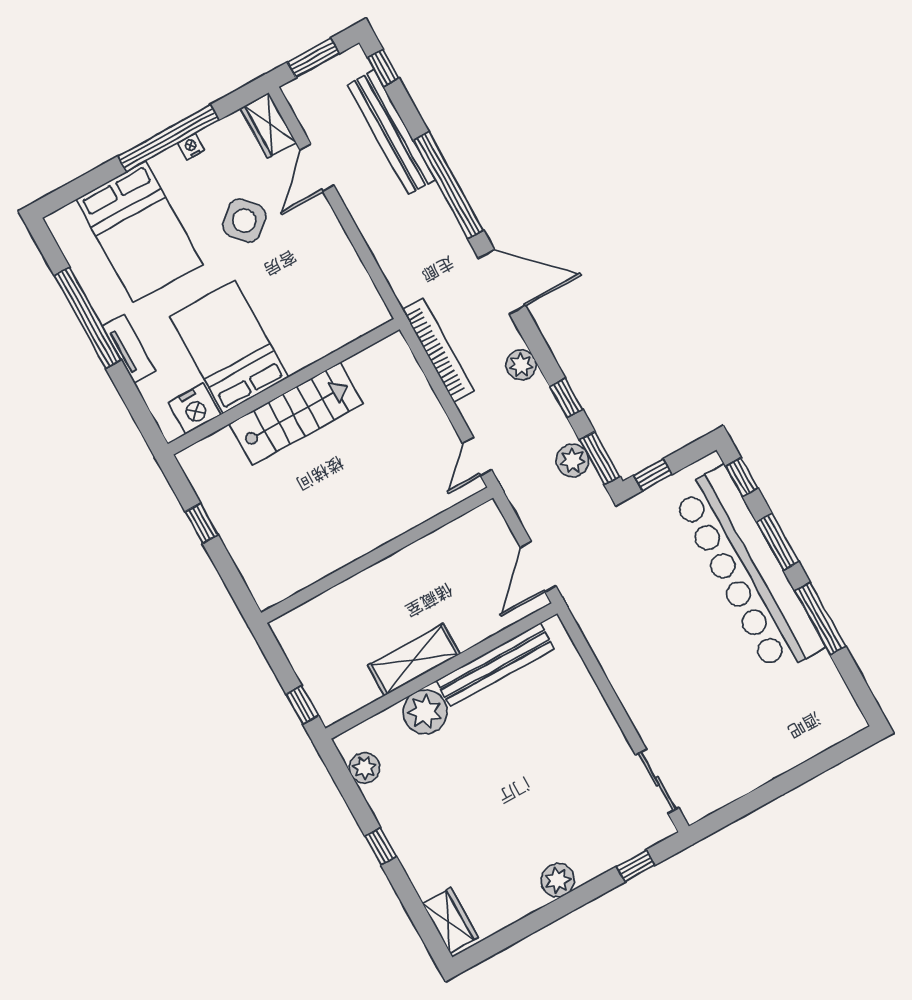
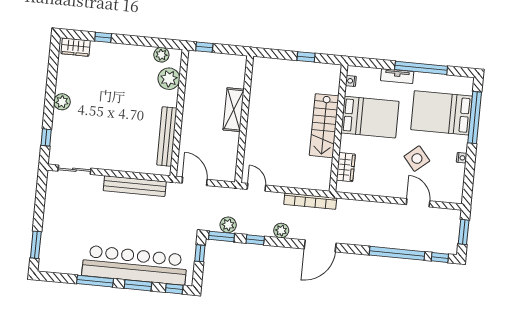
wardrobe: (268, 125) -> (346, 167), moved, turned 90
bench: (391, 132) -> (135, 186), moved
window: (168, 138) -> (475, 118), moved
window: (448, 185) -> (397, 253), moved
nightstand: (195, 409) -> (351, 81), width x0.53, depth x0.56
shelving: (414, 660) -> (234, 110), moved
plant: (425, 712) -> (169, 79), moved
window: (827, 760) -> (36, 245), added
window: (381, 846) -> (103, 37), moved

